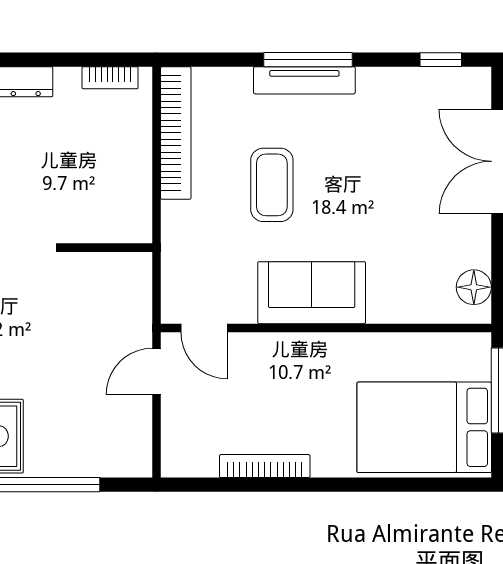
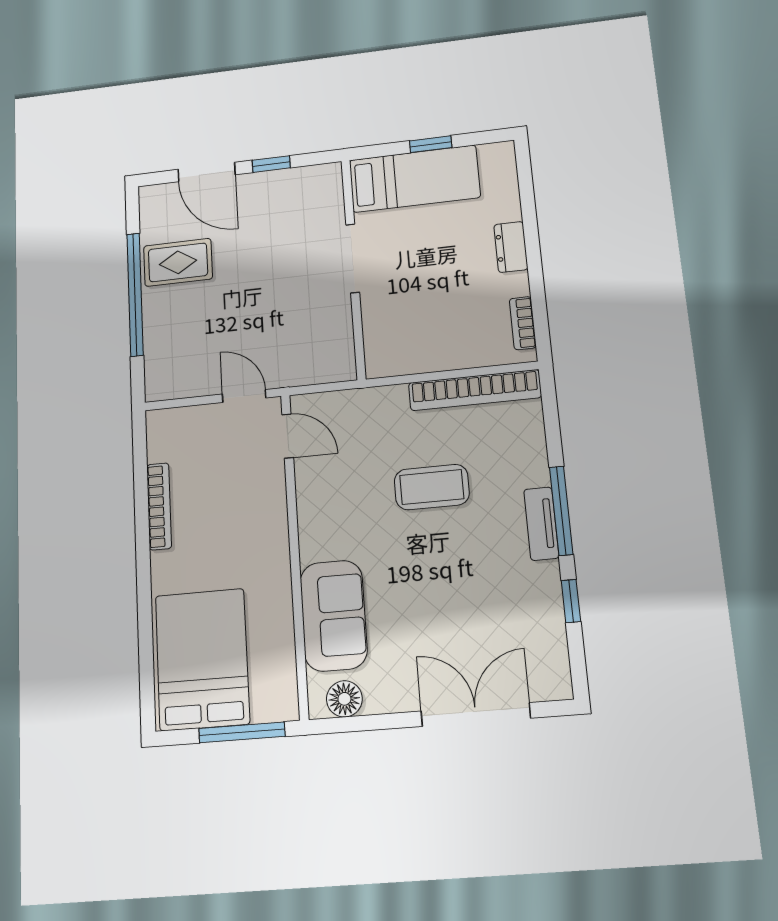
window: (441, 60) -> (571, 601), moved
tv unit: (304, 80) -> (541, 524), width x0.71
sofa: (312, 293) -> (333, 616), moved
door: (204, 328) -> (288, 436), swing flipped

